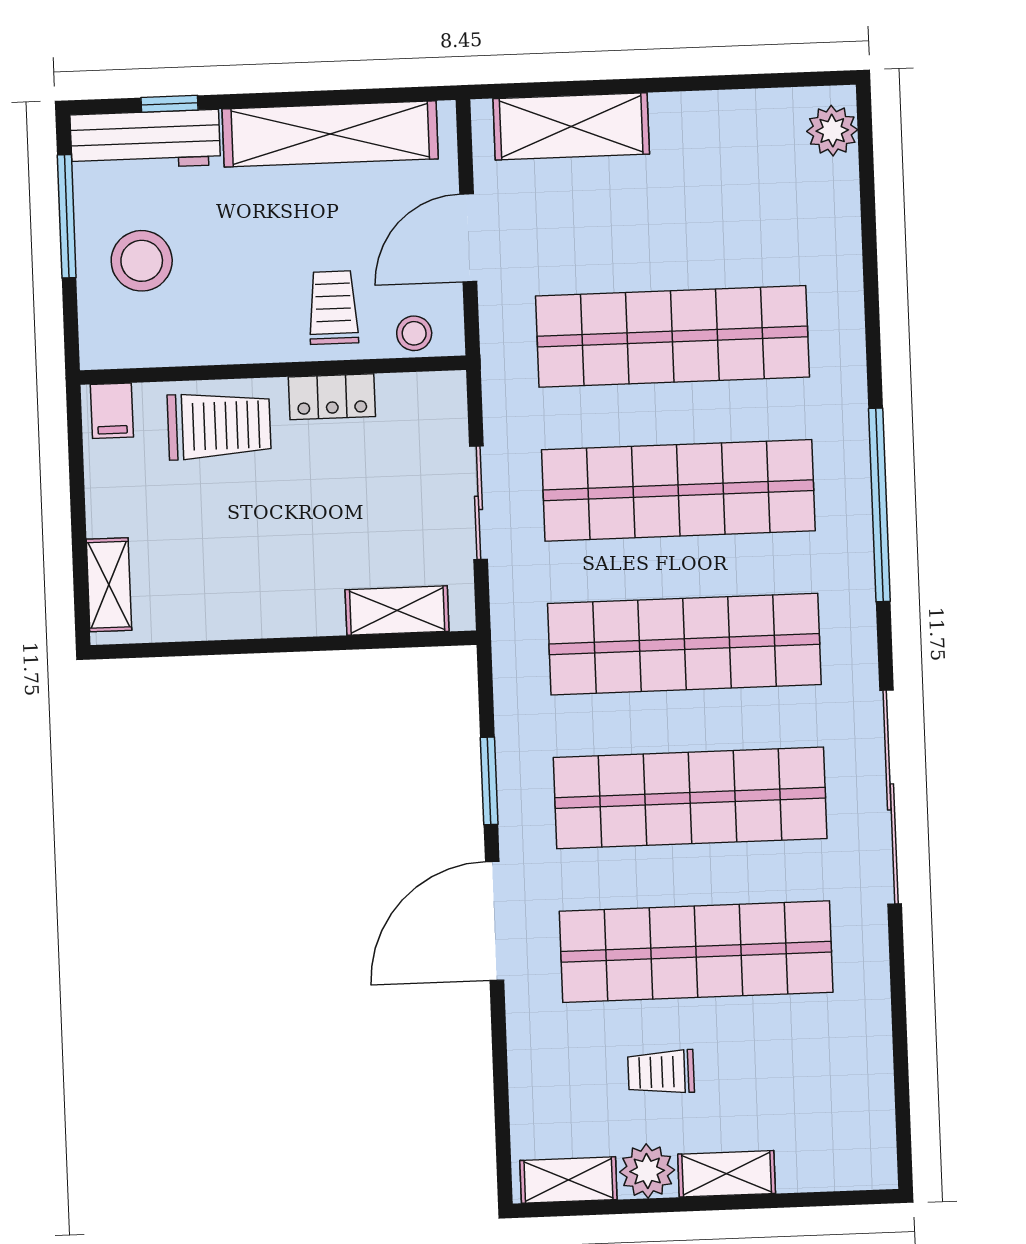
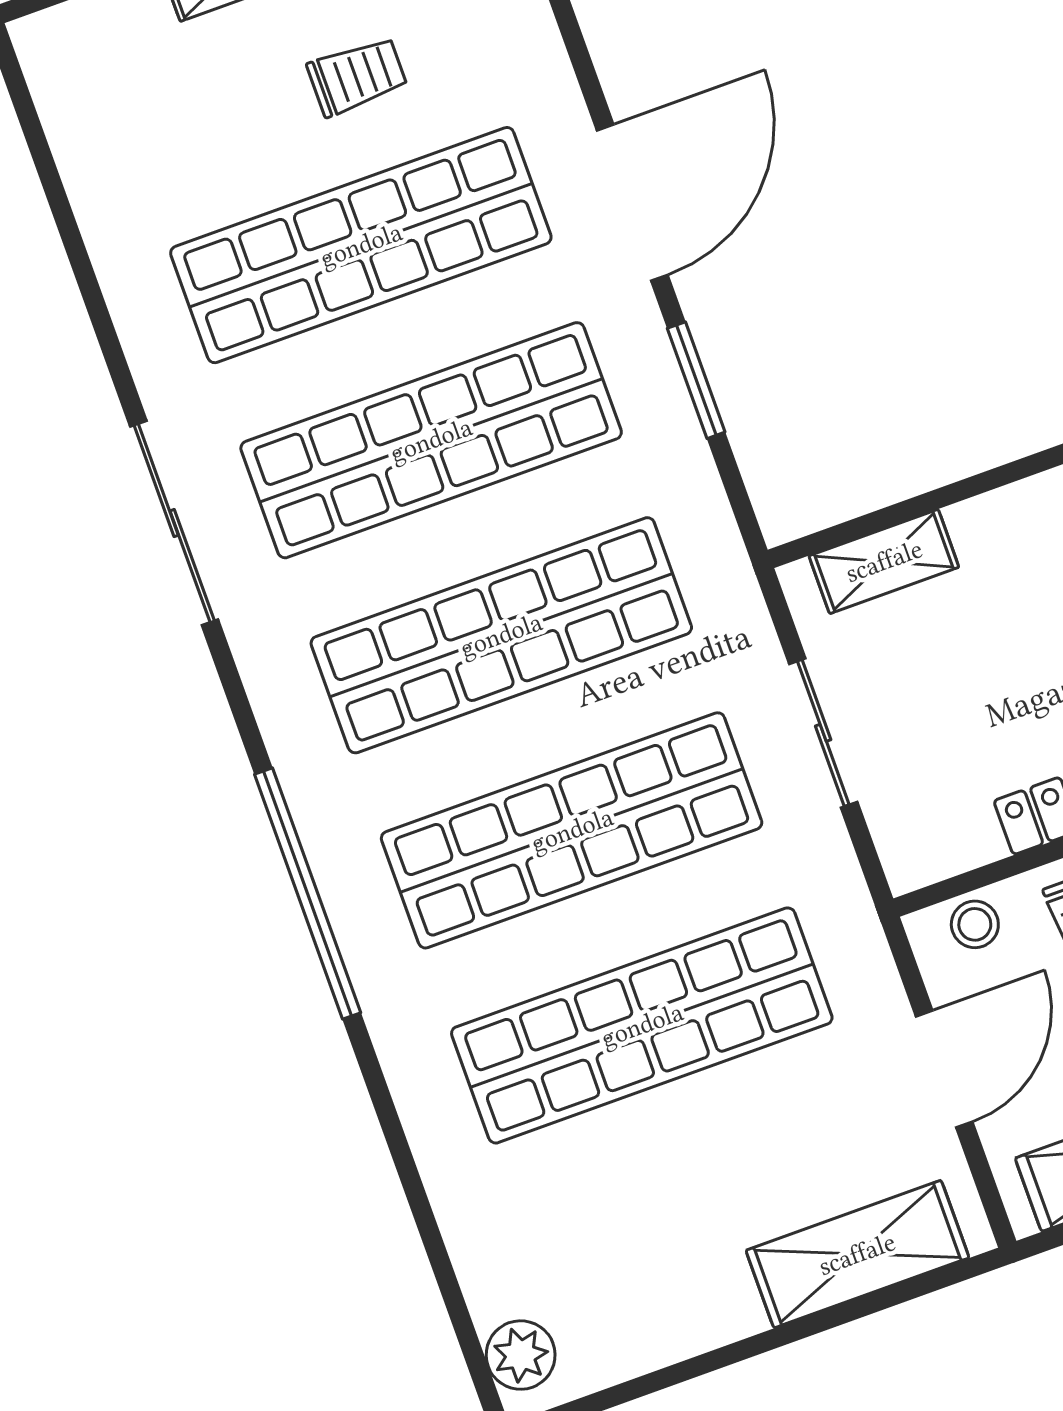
sliding door: (891, 797) -> (174, 523), width x0.73

